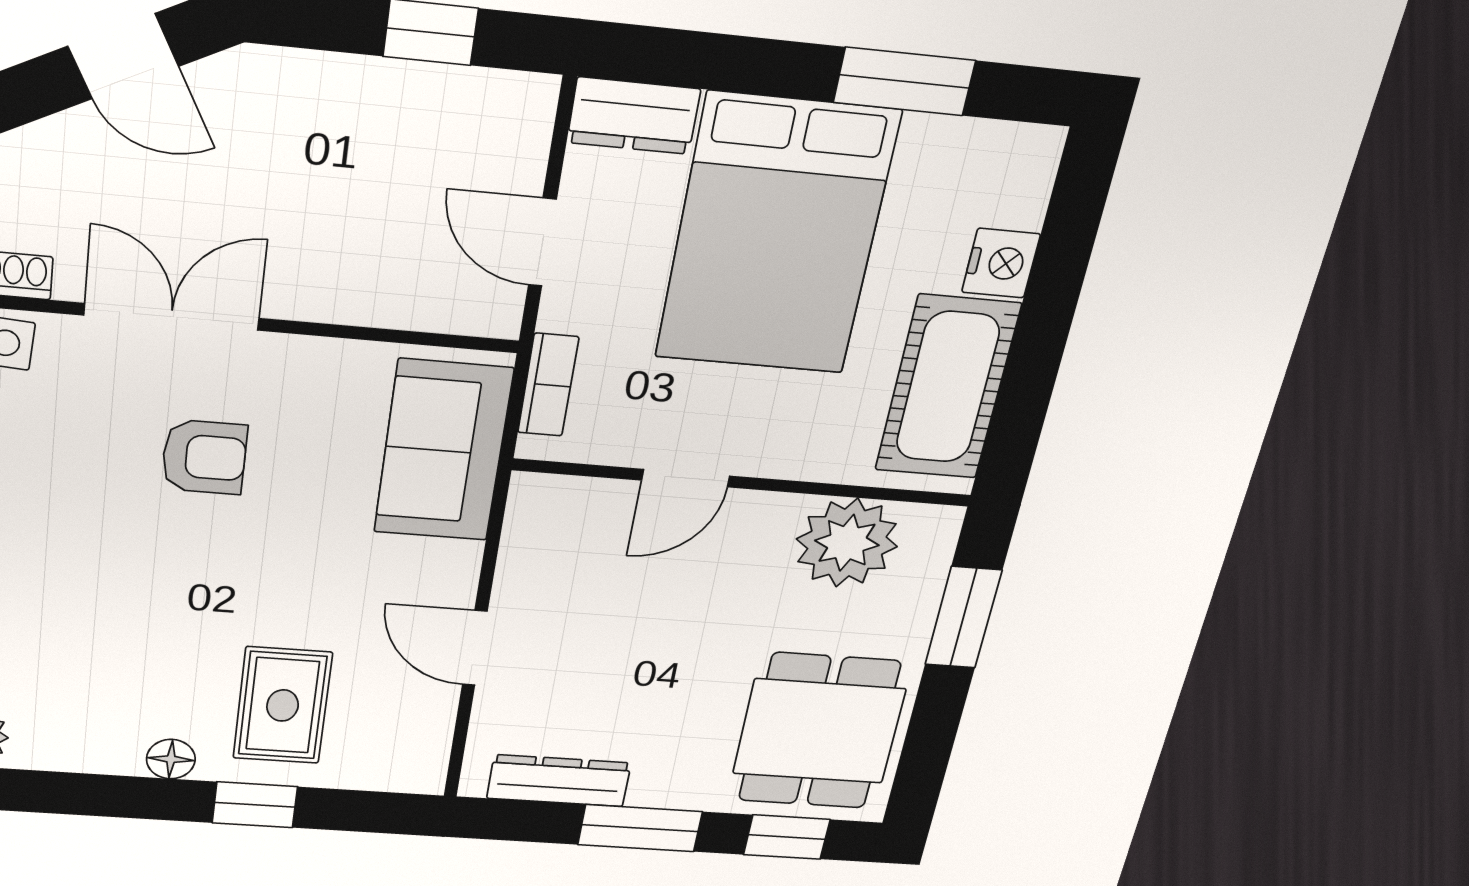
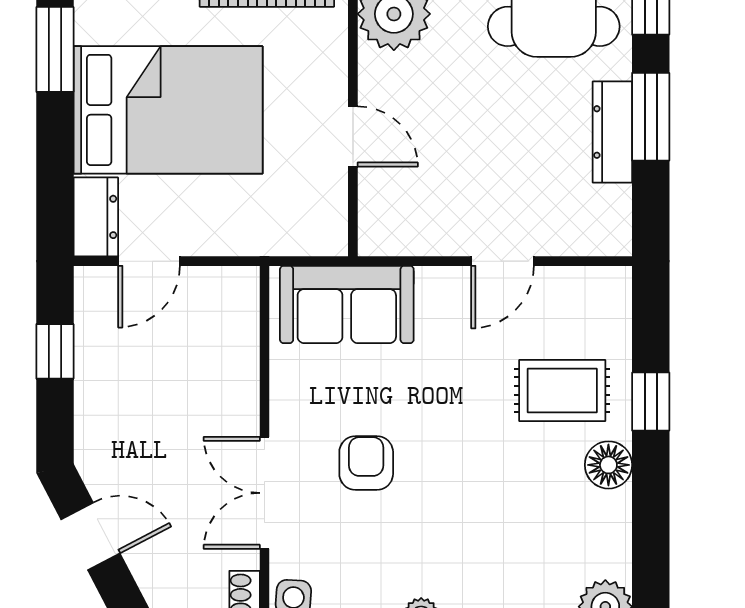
door: (123, 56) -> (90, 536), hinge flipped
door: (542, 242) -> (149, 261), moved
bookcase: (548, 385) -> (291, 241), removed
floor lamp: (171, 759) -> (608, 465), width x1.37, depth x1.37
dresser: (559, 781) -> (612, 132), moved

